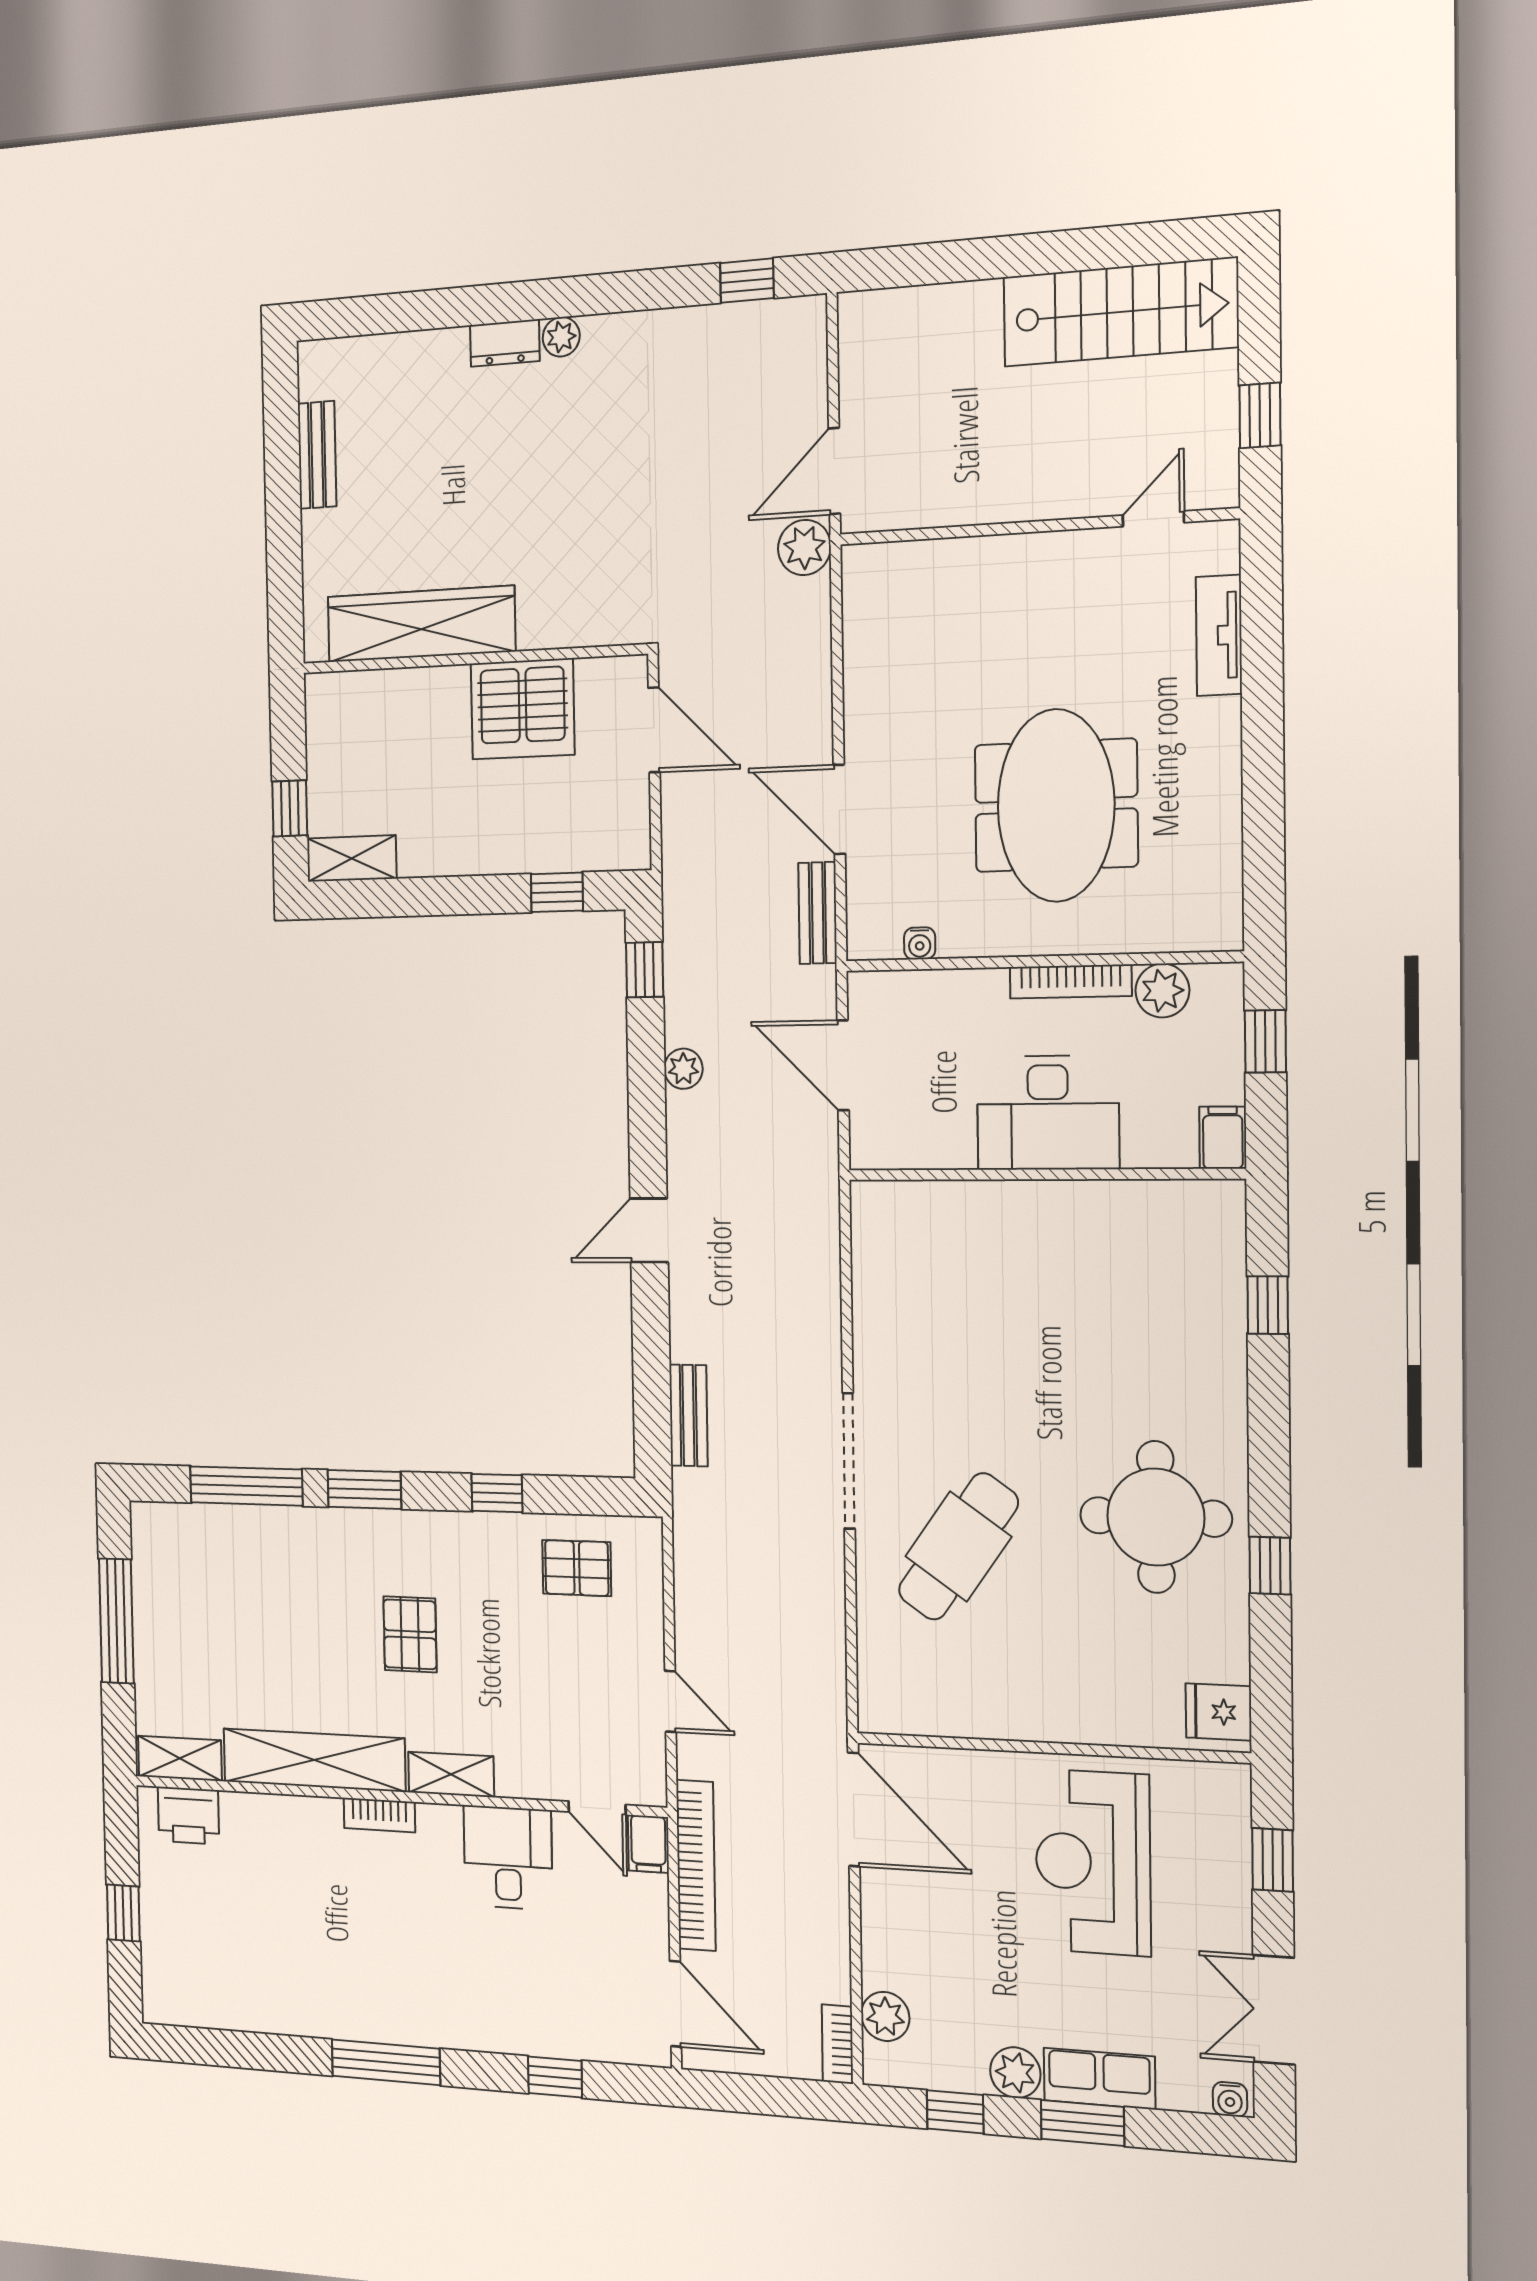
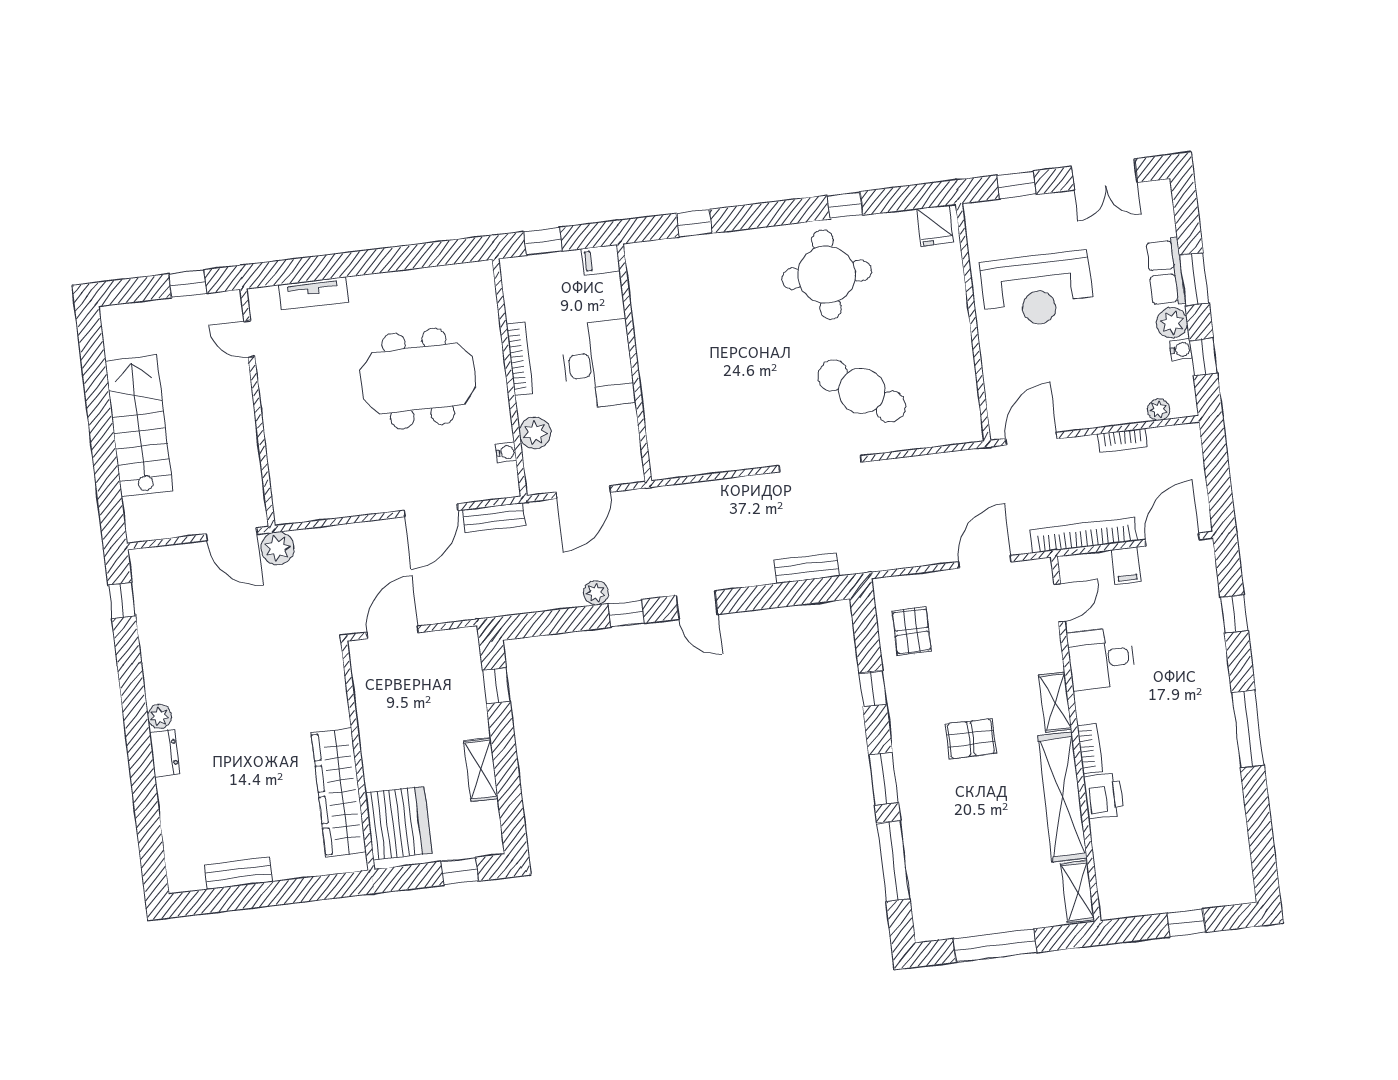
stairs: (1120, 312) -> (139, 426), moved
server rack: (523, 709) -> (399, 823), moved
shelving: (352, 858) -> (481, 770), moved
window: (645, 970) -> (626, 613), moved
plant: (1162, 991) -> (535, 433), moved
door: (670, 1701) -> (985, 562), width x1.38
door: (854, 1809) -> (1031, 439), width x0.73
printer: (188, 1816) -> (1103, 796), moved
filing cabinet: (648, 1844) -> (1126, 566), moved, turned 90
plant: (885, 2016) -> (1159, 410), width x0.73, depth x0.73
bookcase: (837, 2044) -> (1123, 440), moved
water cooler: (1230, 2099) -> (1181, 350), moved

